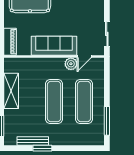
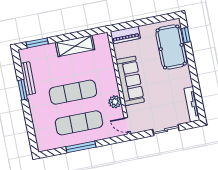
sliding door: (107, 34) -> (166, 130), moved
door: (84, 56) -> (127, 125), moved
window: (107, 121) -> (81, 147), moved

